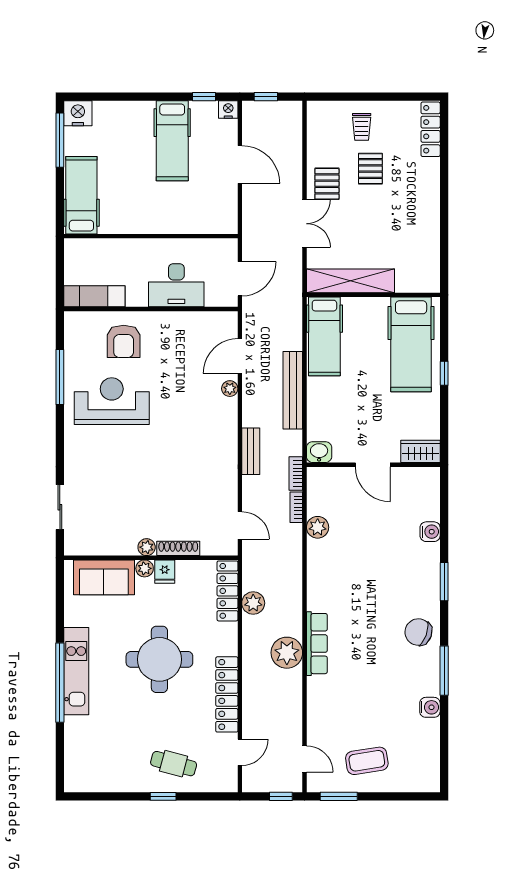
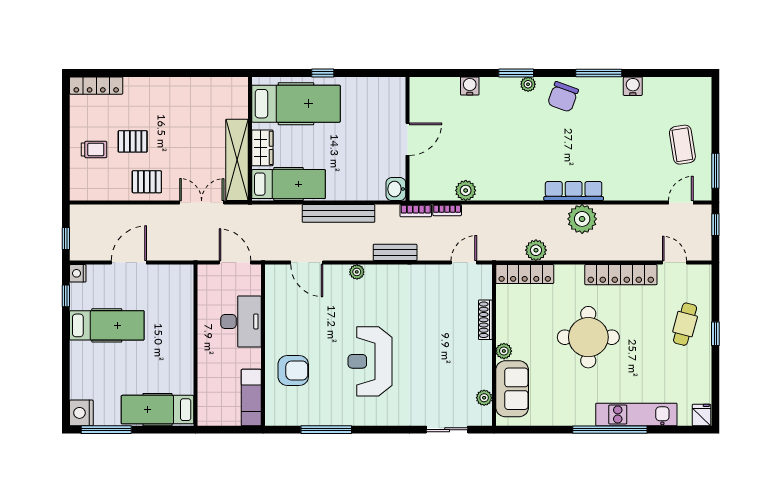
double door: (305, 224) -> (202, 203), moved
plant: (230, 389) -> (357, 272), moved
reception desk: (112, 401) -> (370, 361), moved
wardrobe: (420, 451) -> (262, 148), moved, turned 180
plant: (147, 547) -> (484, 398), moved
fridge: (165, 572) -> (702, 415), moved, turned -90
plant: (432, 594) -> (528, 84), added
kitchen unit: (76, 671) -> (636, 414), moved

